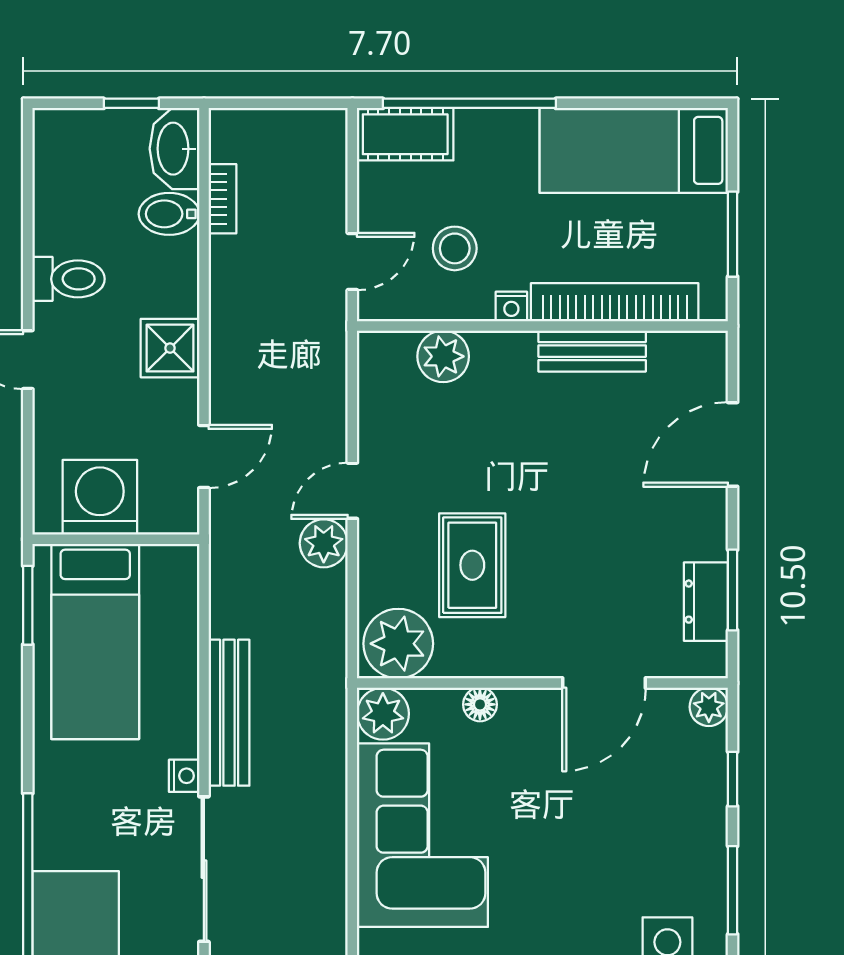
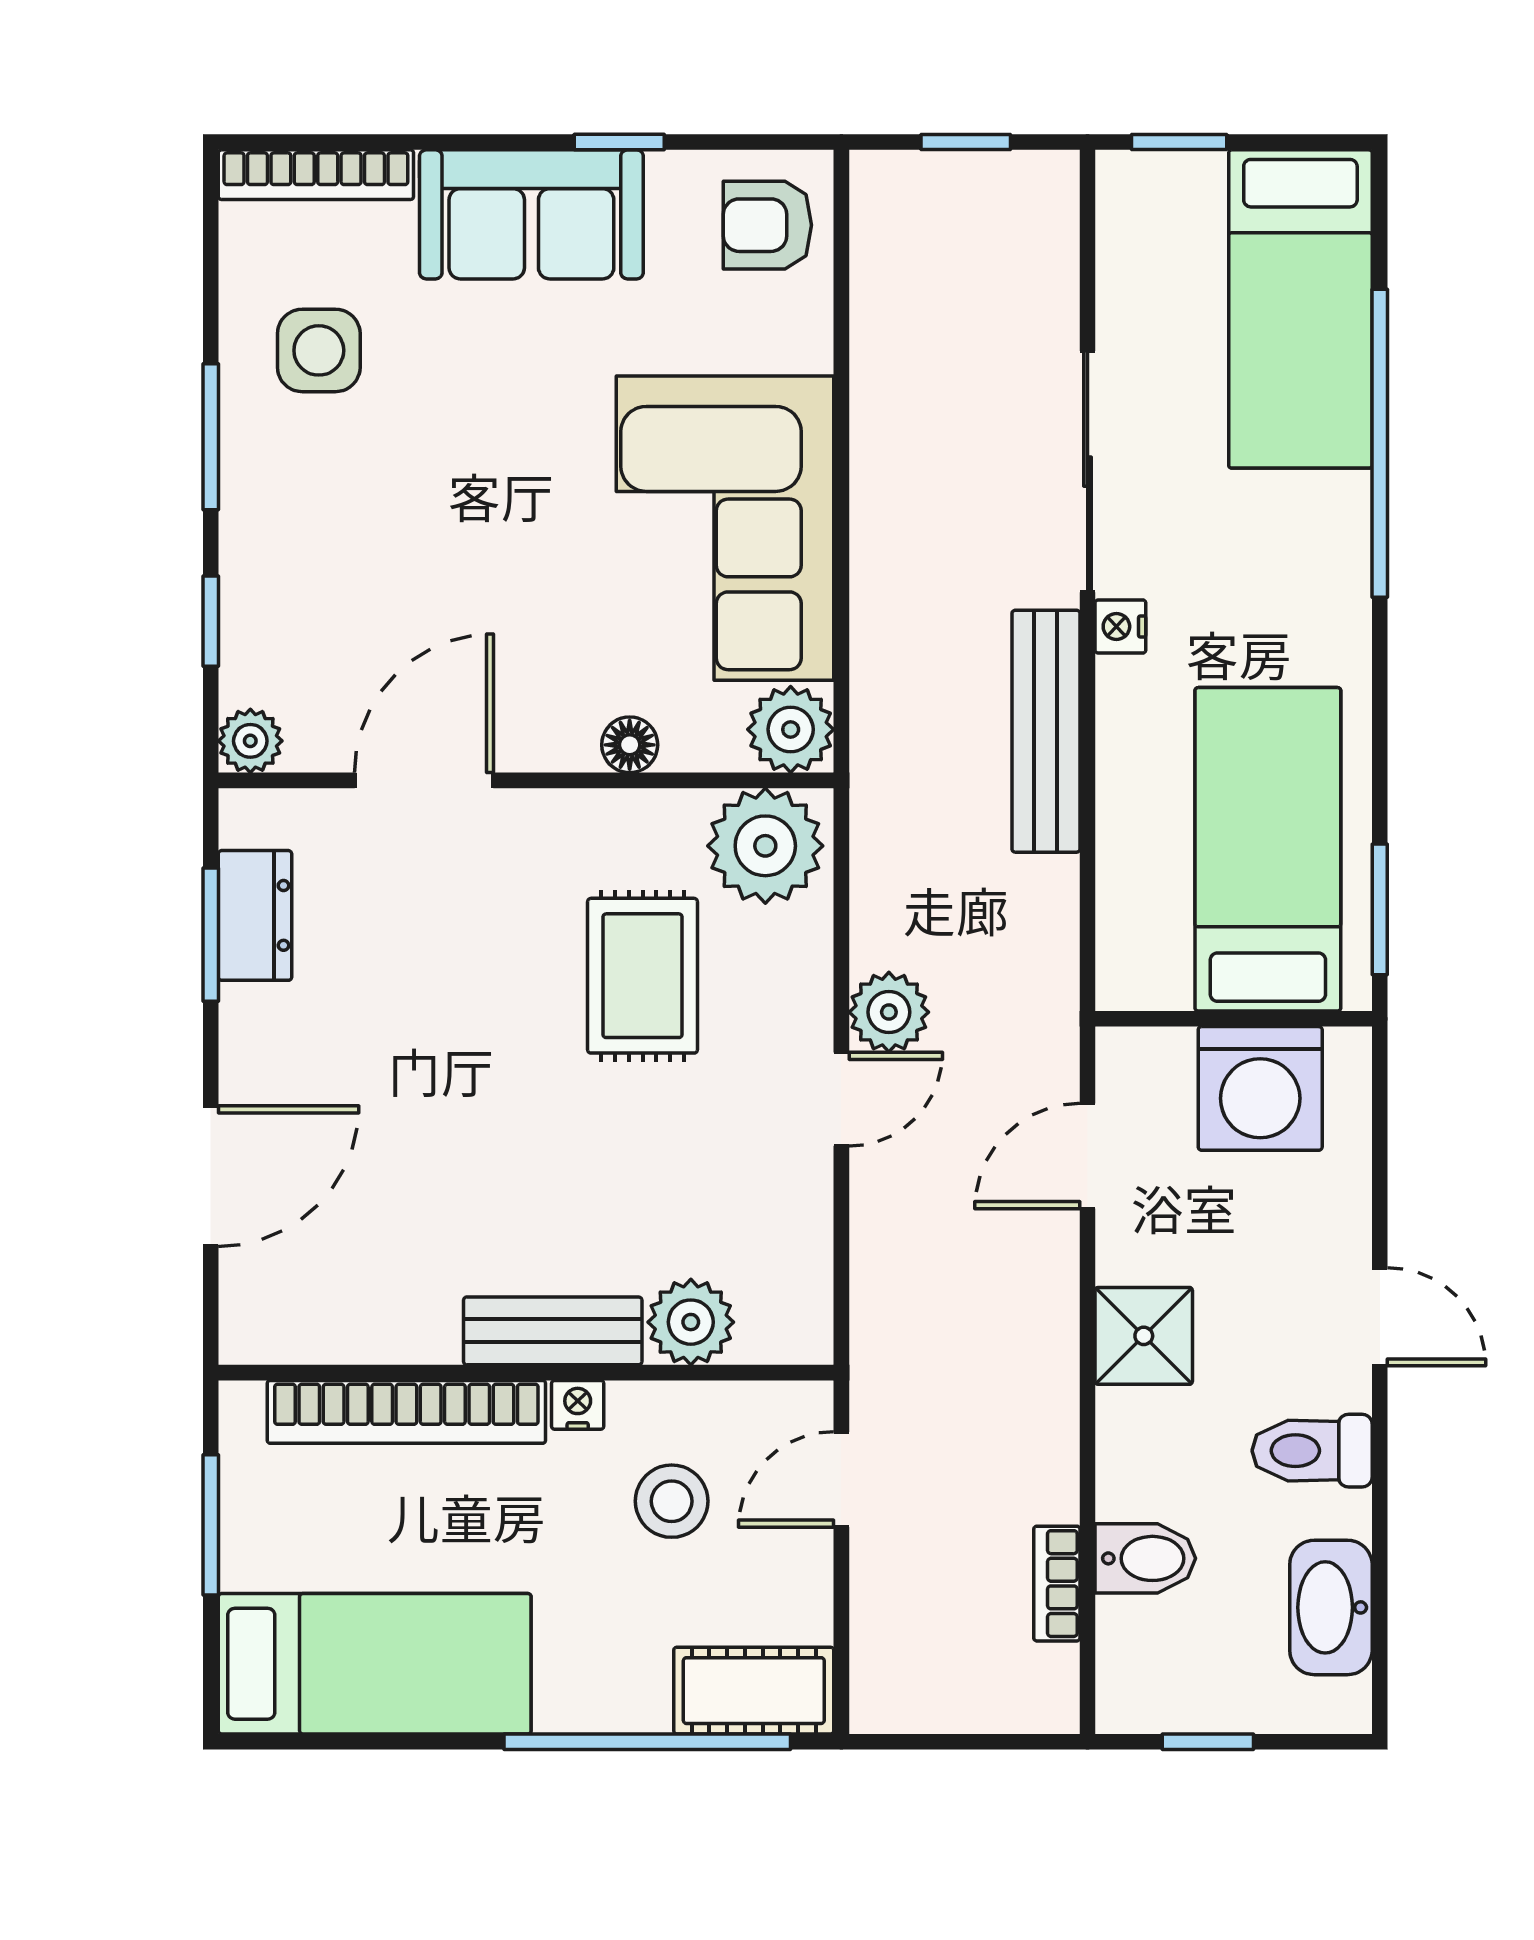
washbasin: (174, 149) -> (1331, 1607), moved, turned 180
bench: (592, 351) -> (553, 1331), moved

